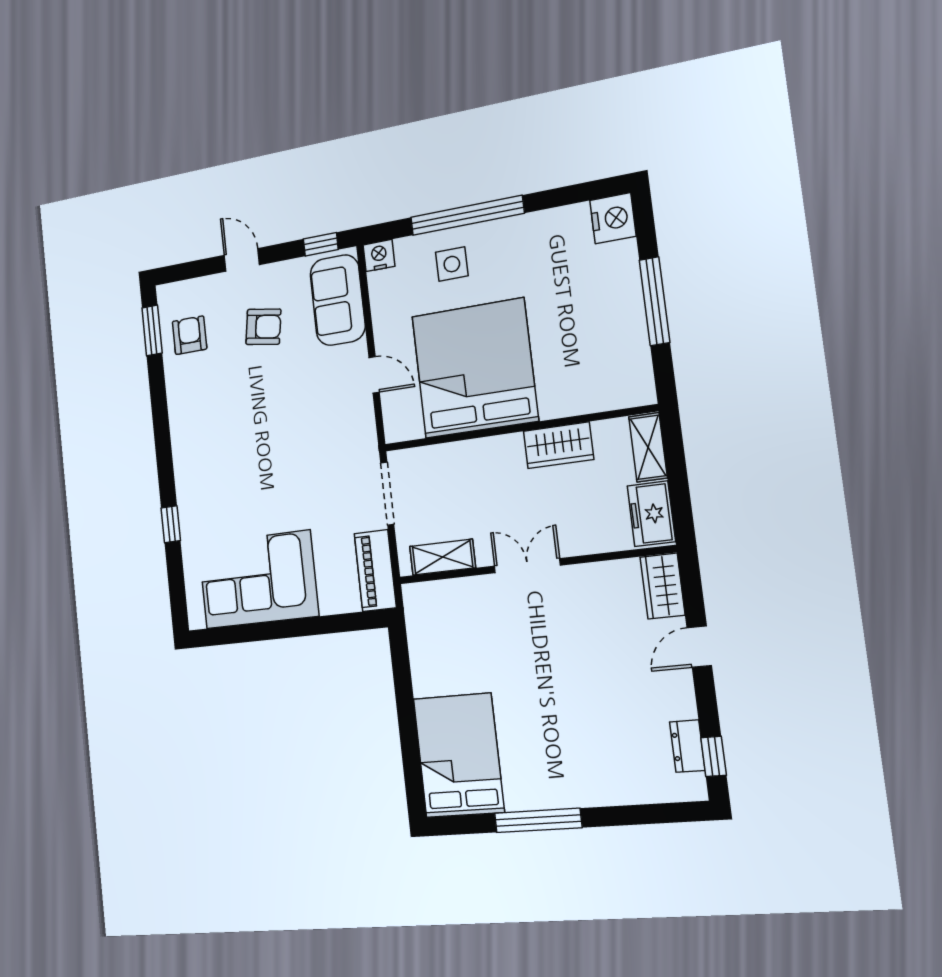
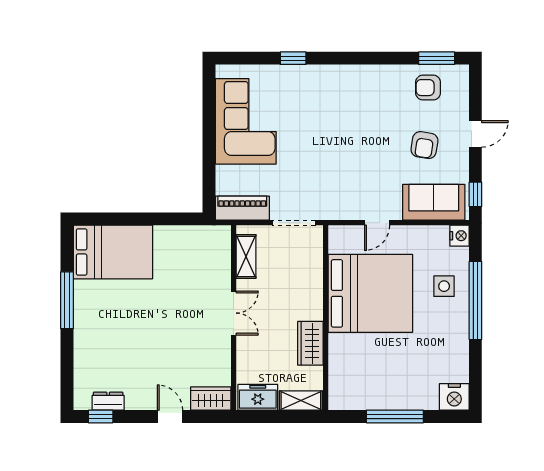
armchair: (190, 335) -> (428, 88), turned 180

